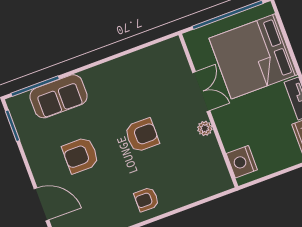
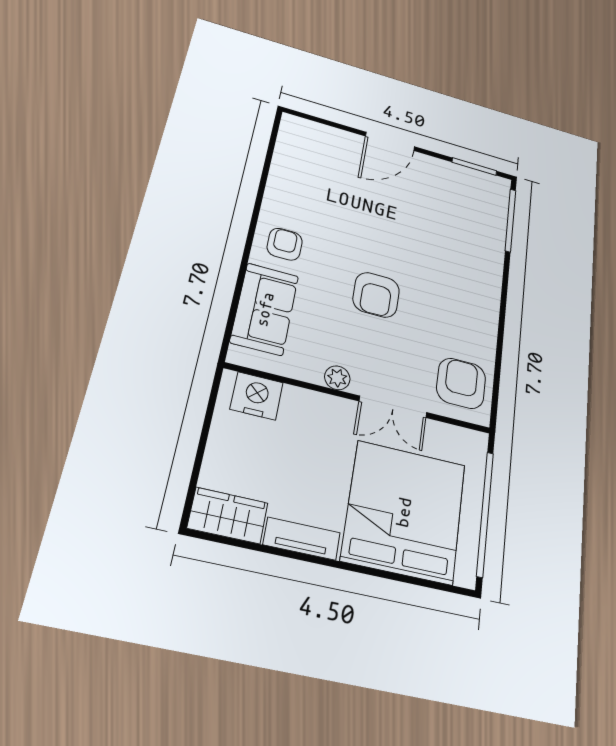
sofa: (59, 96) -> (265, 309), moved, turned 180
armchair: (81, 155) -> (461, 383), moved
door: (42, 204) -> (390, 141), moved

